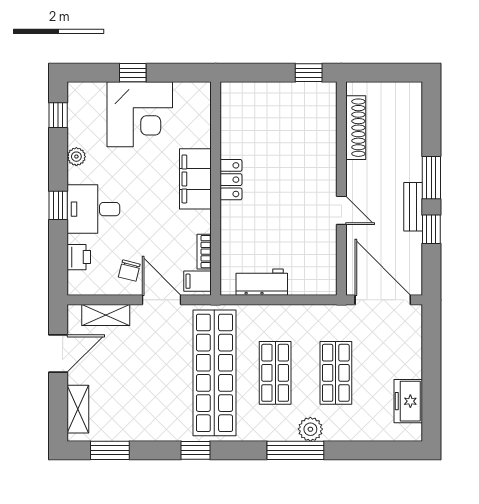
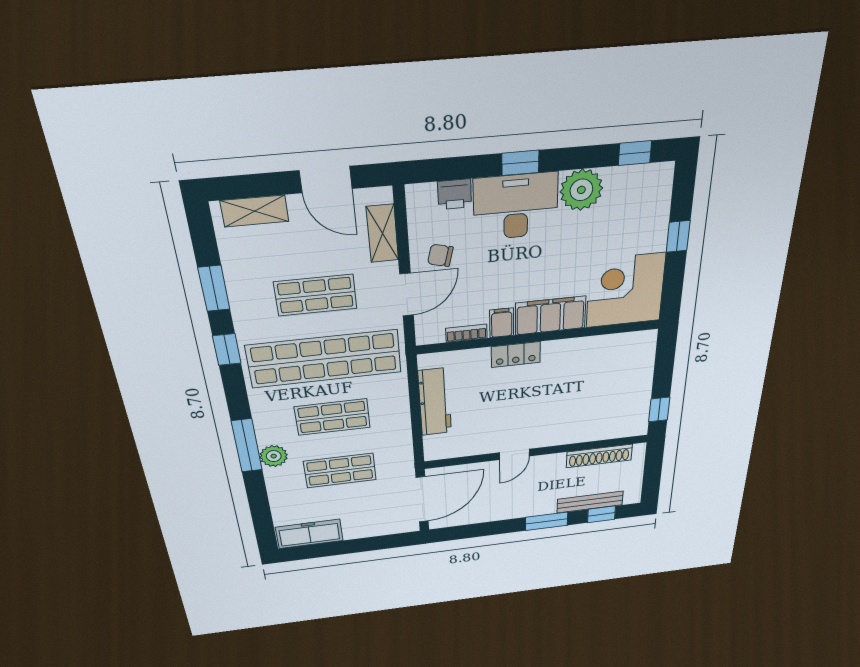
corner desk: (140, 114) -> (625, 290), moved, turned 90
plant: (76, 157) -> (581, 190), width x1.87, depth x1.87
locker: (231, 180) -> (516, 355), moved
bench: (413, 207) -> (590, 502), moved, width x1.36
desk: (93, 209) -> (516, 206), width x1.37
window: (431, 229) -> (601, 514), moved
filing cabinet: (197, 281) -> (502, 323), moved
workbench: (262, 282) -> (435, 402), width x1.38
shop shelf: (154, 373) -> (316, 295), added
freezer: (408, 401) -> (309, 534), width x1.40
window: (110, 450) -> (214, 288), moved

